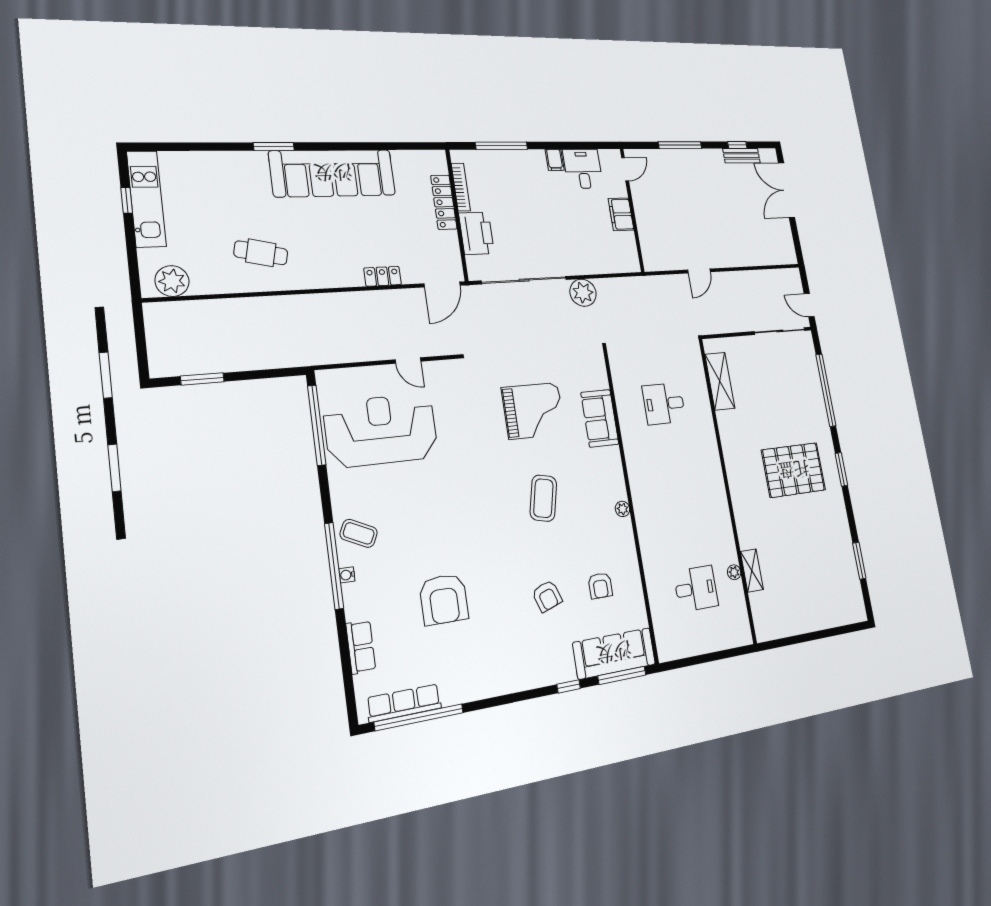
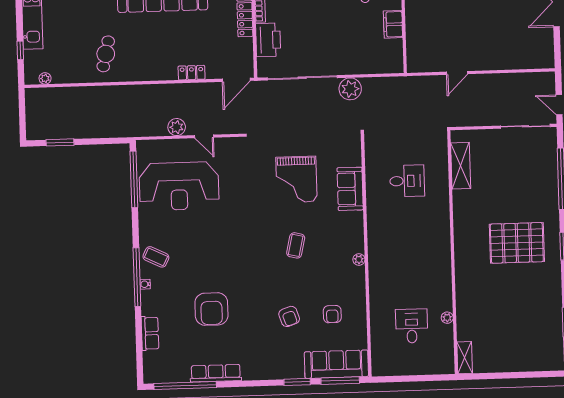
window: (127, 200) -> (20, 50), moved
cafe table: (261, 253) -> (106, 54), turned 90
plant: (172, 281) -> (45, 78), width x0.53, depth x0.53
plant: (370, 350) -> (177, 127), added
desk: (664, 404) -> (407, 181), turned 180
grand piano: (533, 411) -> (296, 179), turned 90
reception desk: (381, 430) -> (179, 186), turned 180
coffee table: (543, 498) -> (296, 245), width x0.73, depth x0.77
shelving: (752, 571) -> (465, 358), moved
desk: (696, 589) -> (412, 326), turned -90
window: (569, 686) -> (297, 382), width x1.50
row of seats: (404, 703) -> (216, 373), moved

